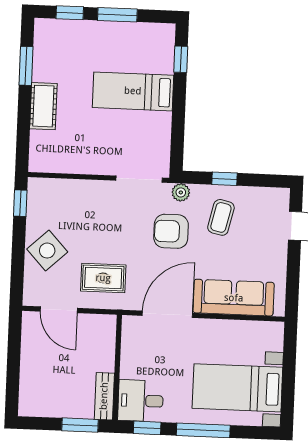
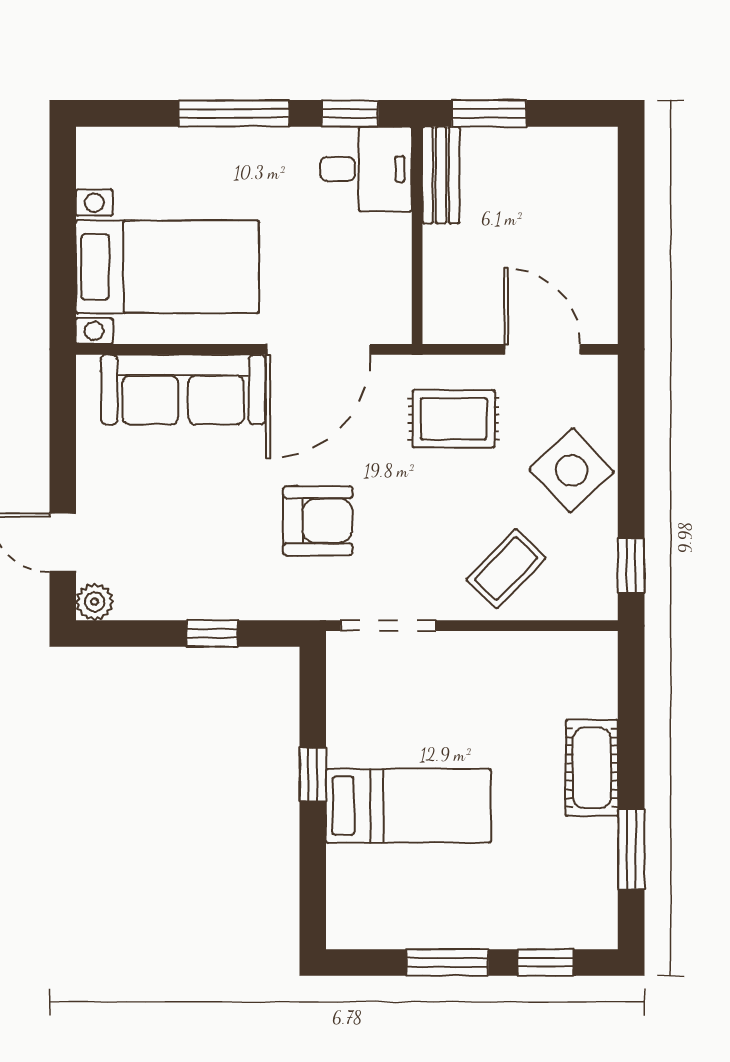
window: (181, 59) -> (313, 774), moved
plant: (181, 192) -> (95, 602), moved
coffee table: (221, 217) -> (506, 569), moved, turned 31
bed with nightstands: (237, 388) -> (167, 267), moved

